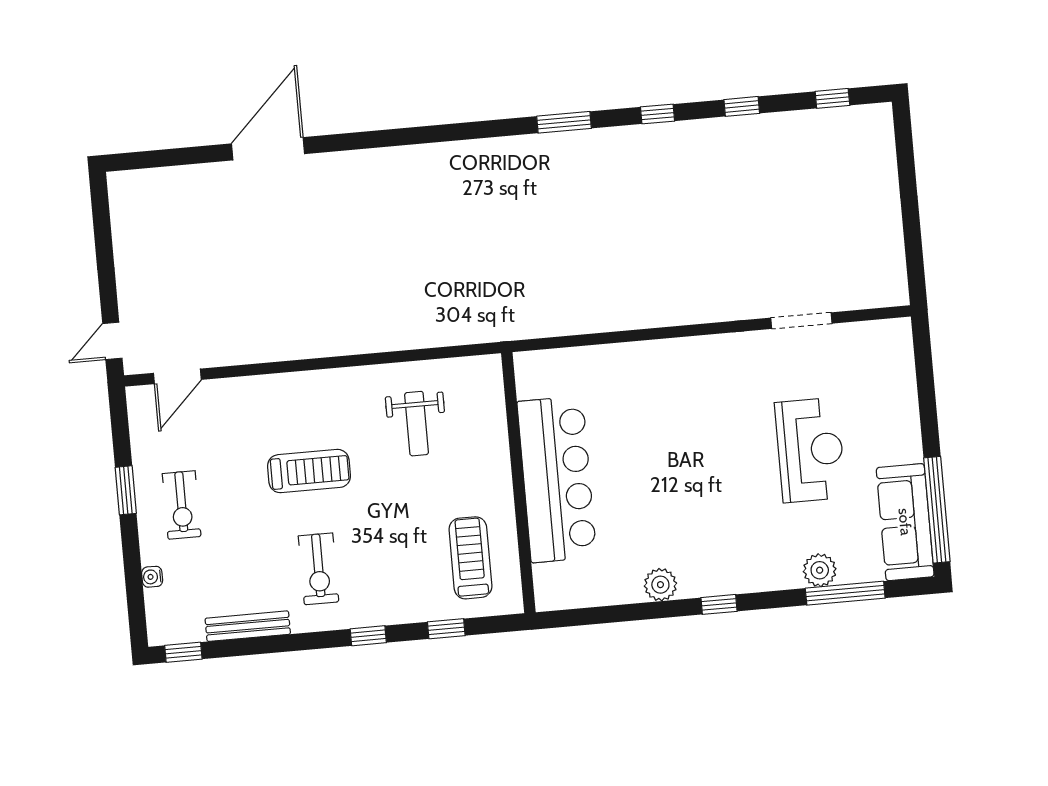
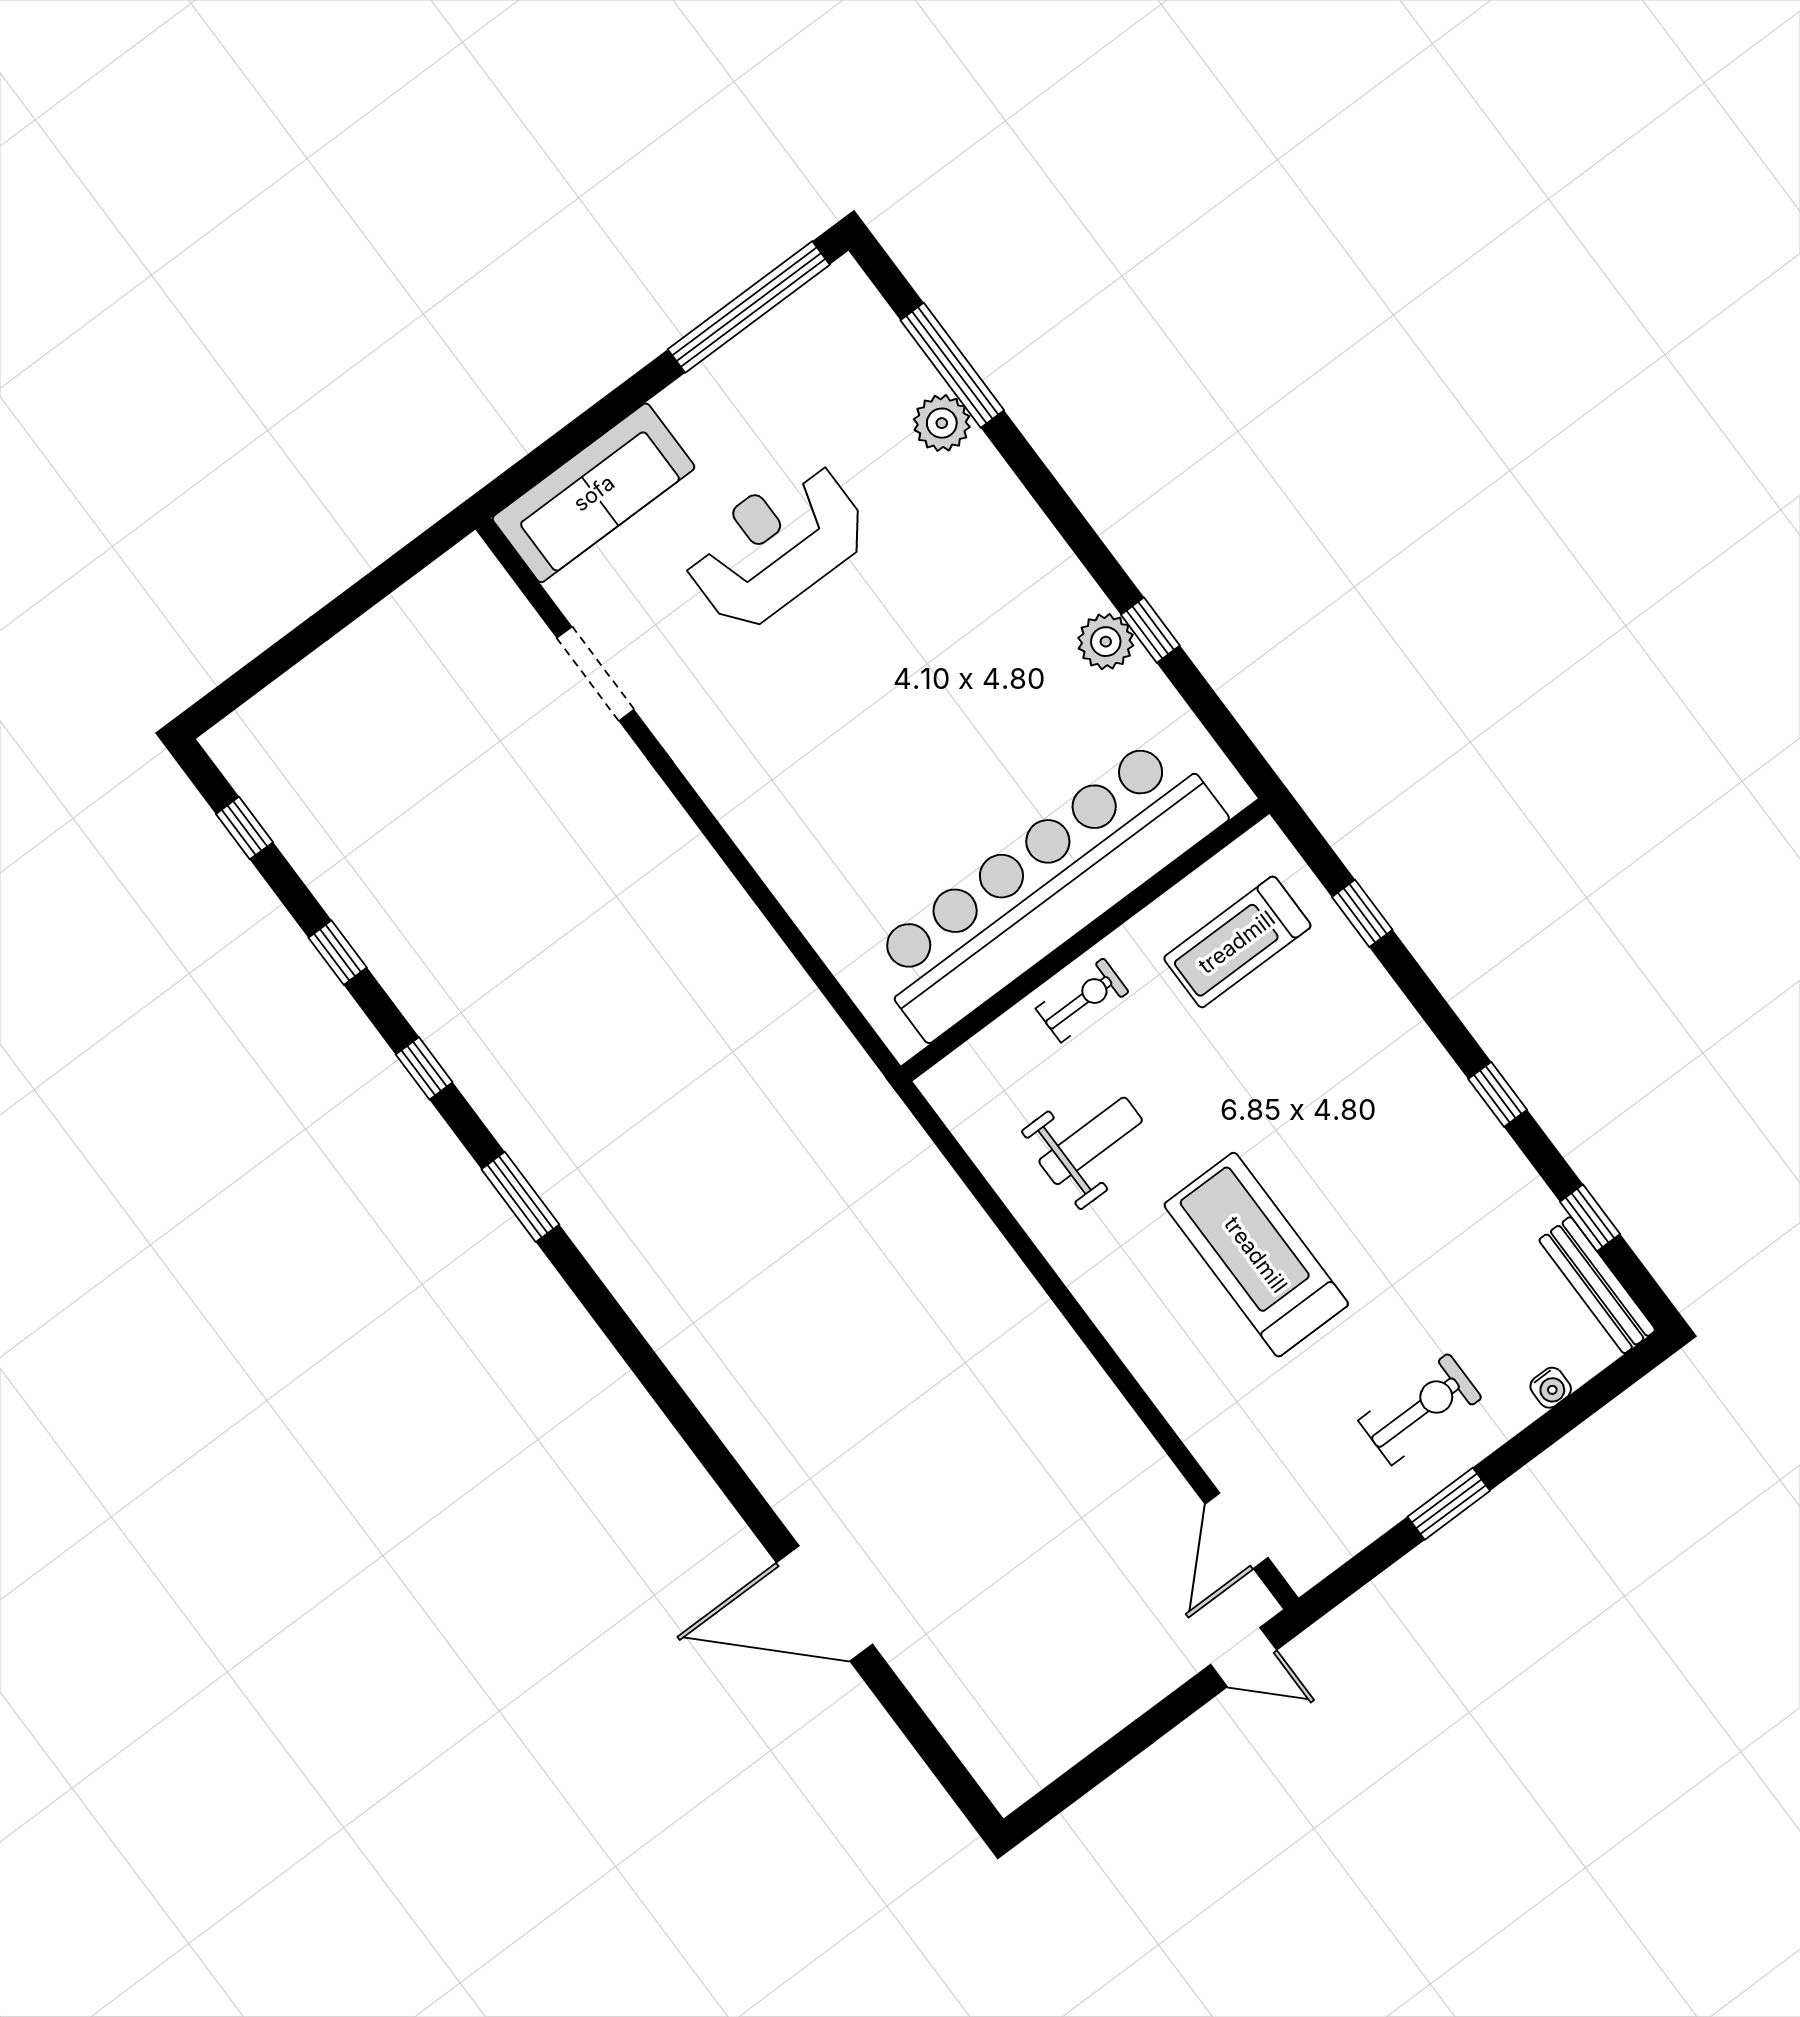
door: (177, 376) -> (1237, 1531), swing flipped
treadmill: (309, 471) -> (1256, 1255), width x1.37, depth x1.38
bar counter: (557, 479) -> (1046, 887), width x1.36
sofa: (905, 522) -> (594, 493), moved
exercise bike: (319, 569) -> (1082, 1000), moved, width x0.73, depth x0.72
window: (719, 604) -> (1150, 630), moved
bench: (248, 626) -> (1597, 1285), moved
window: (368, 636) -> (1498, 1094), moved
window: (183, 652) -> (1590, 1218), moved

